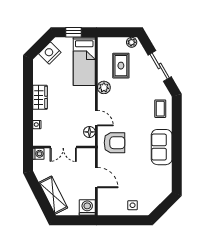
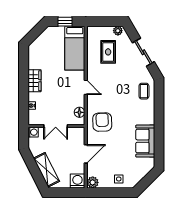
nightstand: (50, 53) -> (43, 40), removed
plant: (104, 87) -> (93, 182), moved
door: (96, 118) -> (86, 87), moved
armchair: (114, 143) -> (102, 122), turned -92
sofa: (162, 147) -> (145, 141), moved
door: (96, 178) -> (86, 154), hinge flipped

